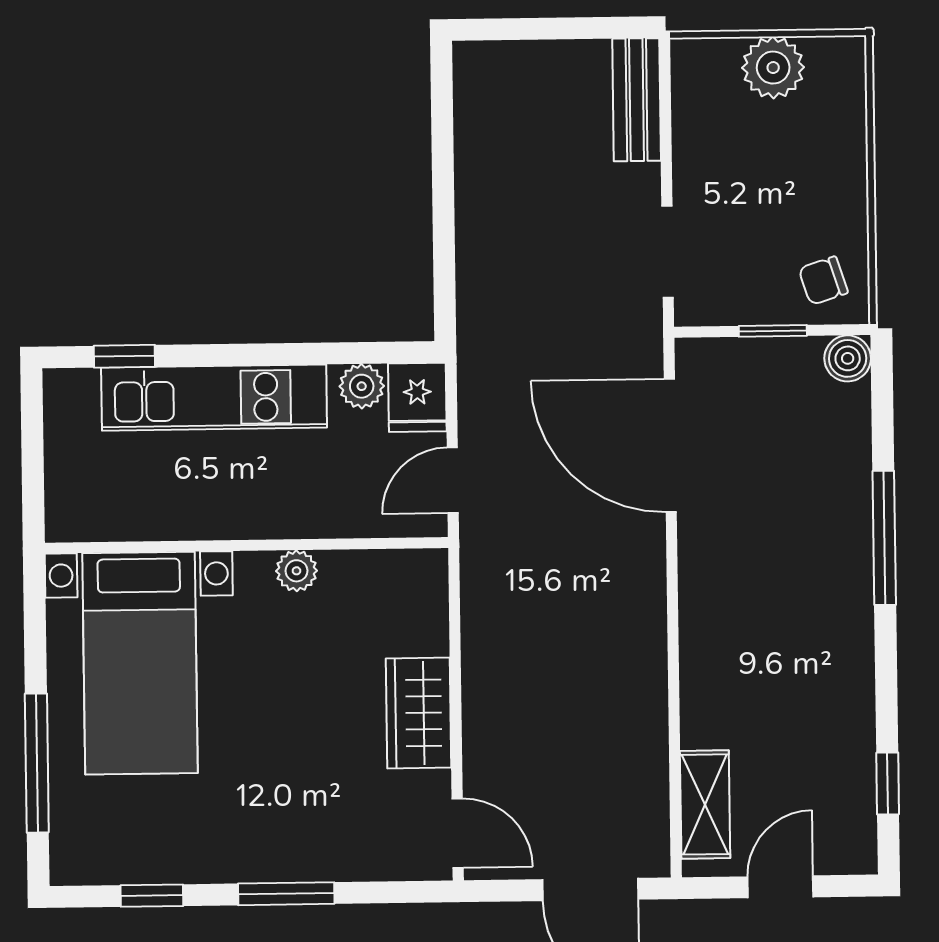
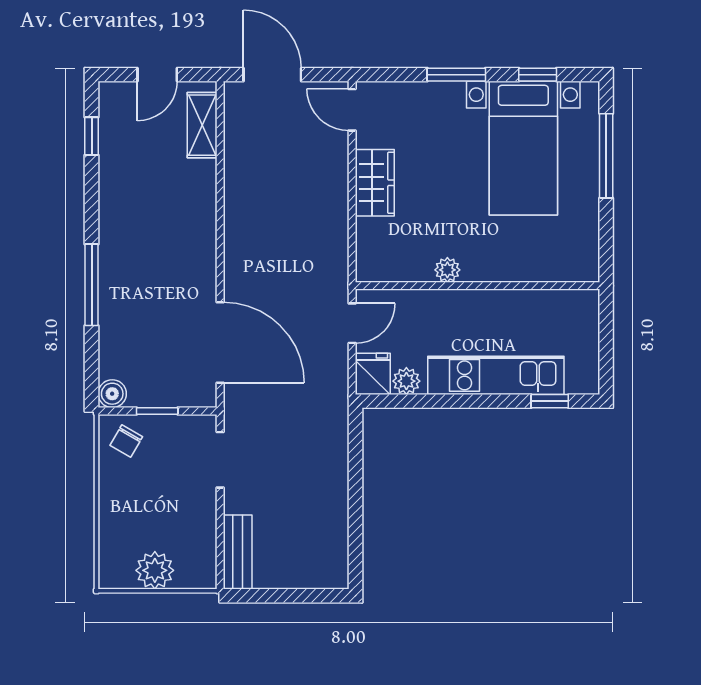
chair: (823, 281) -> (126, 441), turned 138
bed with nightstands: (140, 663) -> (523, 148), moved, turned 180

